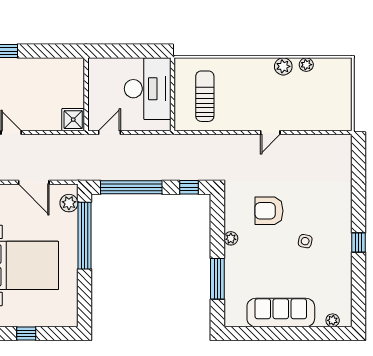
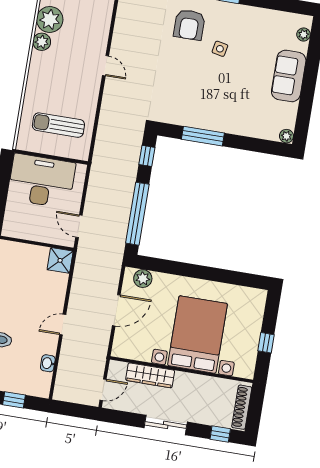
plant: (306, 65) -> (50, 19), width x1.88, depth x1.88
armchair: (269, 211) -> (189, 25), moved
window: (84, 236) -> (178, 268), removed
plant: (231, 238) -> (286, 136), moved
window: (217, 279) -> (203, 136), moved
sofa: (281, 312) -> (289, 76), width x0.73

